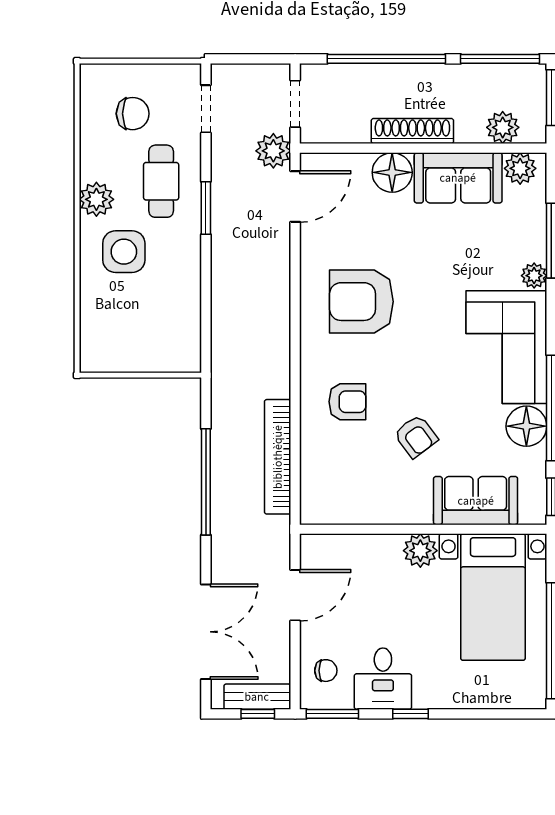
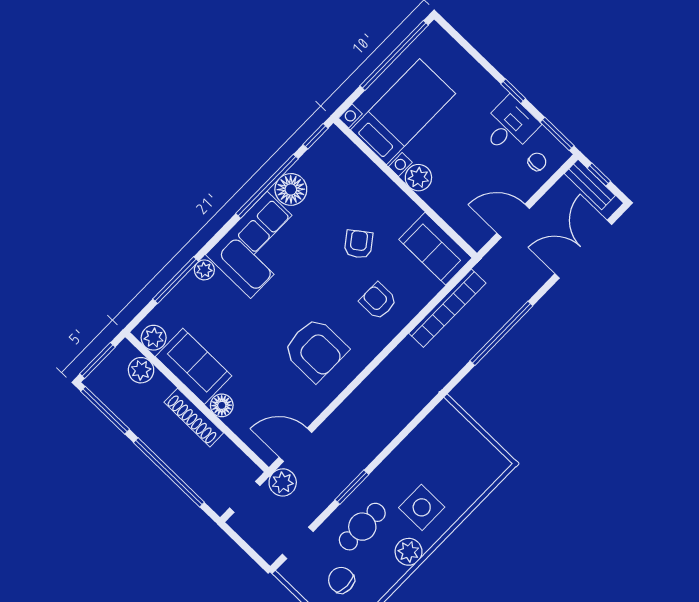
floor lamp: (392, 172) -> (222, 405), width x0.73, depth x0.73
sofa: (476, 501) -> (435, 249), moved
chair: (326, 671) -> (537, 162), turned 90

